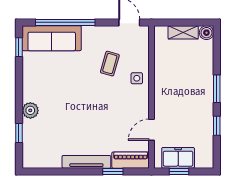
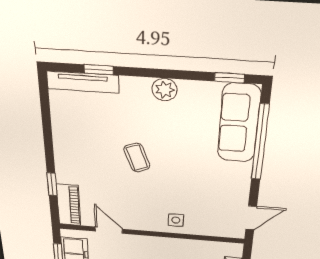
coffee table: (110, 64) -> (137, 158), moved, turned 54
plant: (30, 110) -> (165, 90), moved
tv unit: (86, 162) -> (83, 82), moved, turned 90

